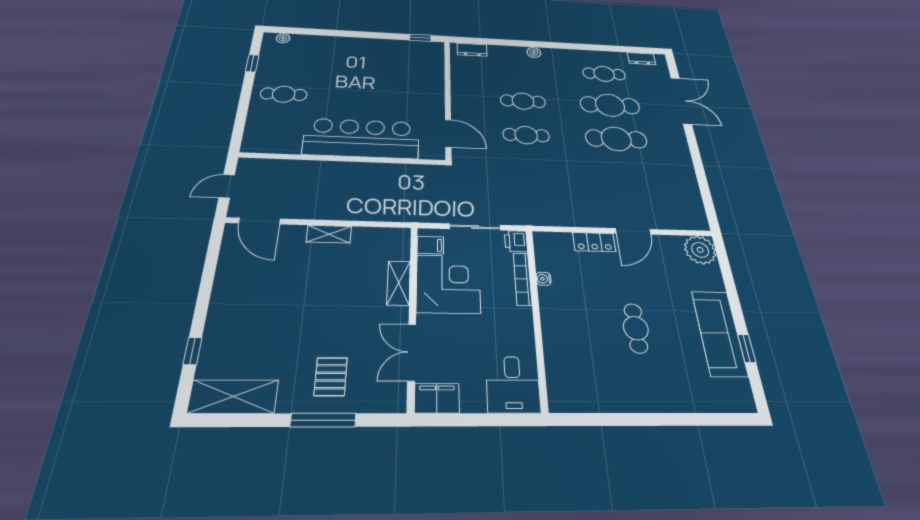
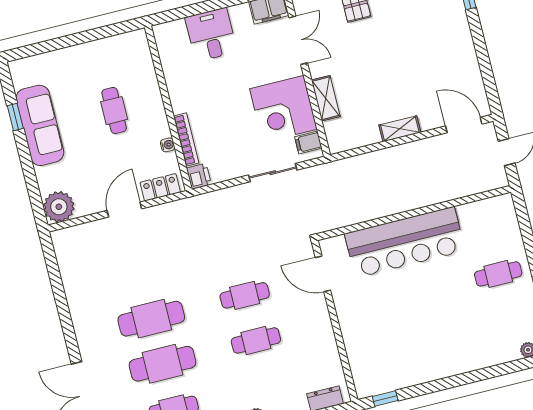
printer: (516, 241) -> (199, 176), moved
bookcase: (523, 279) -> (186, 140), moved
water cooler: (544, 279) -> (168, 145), moved
wall: (536, 315) -> (168, 108), moved

